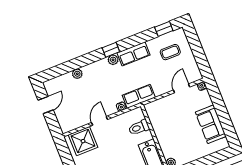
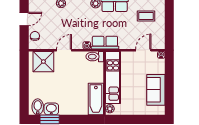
chair: (64, 118) -> (35, 36), added
toilet: (139, 127) -> (95, 57), moved
kitchen unit: (161, 129) -> (113, 77), added

